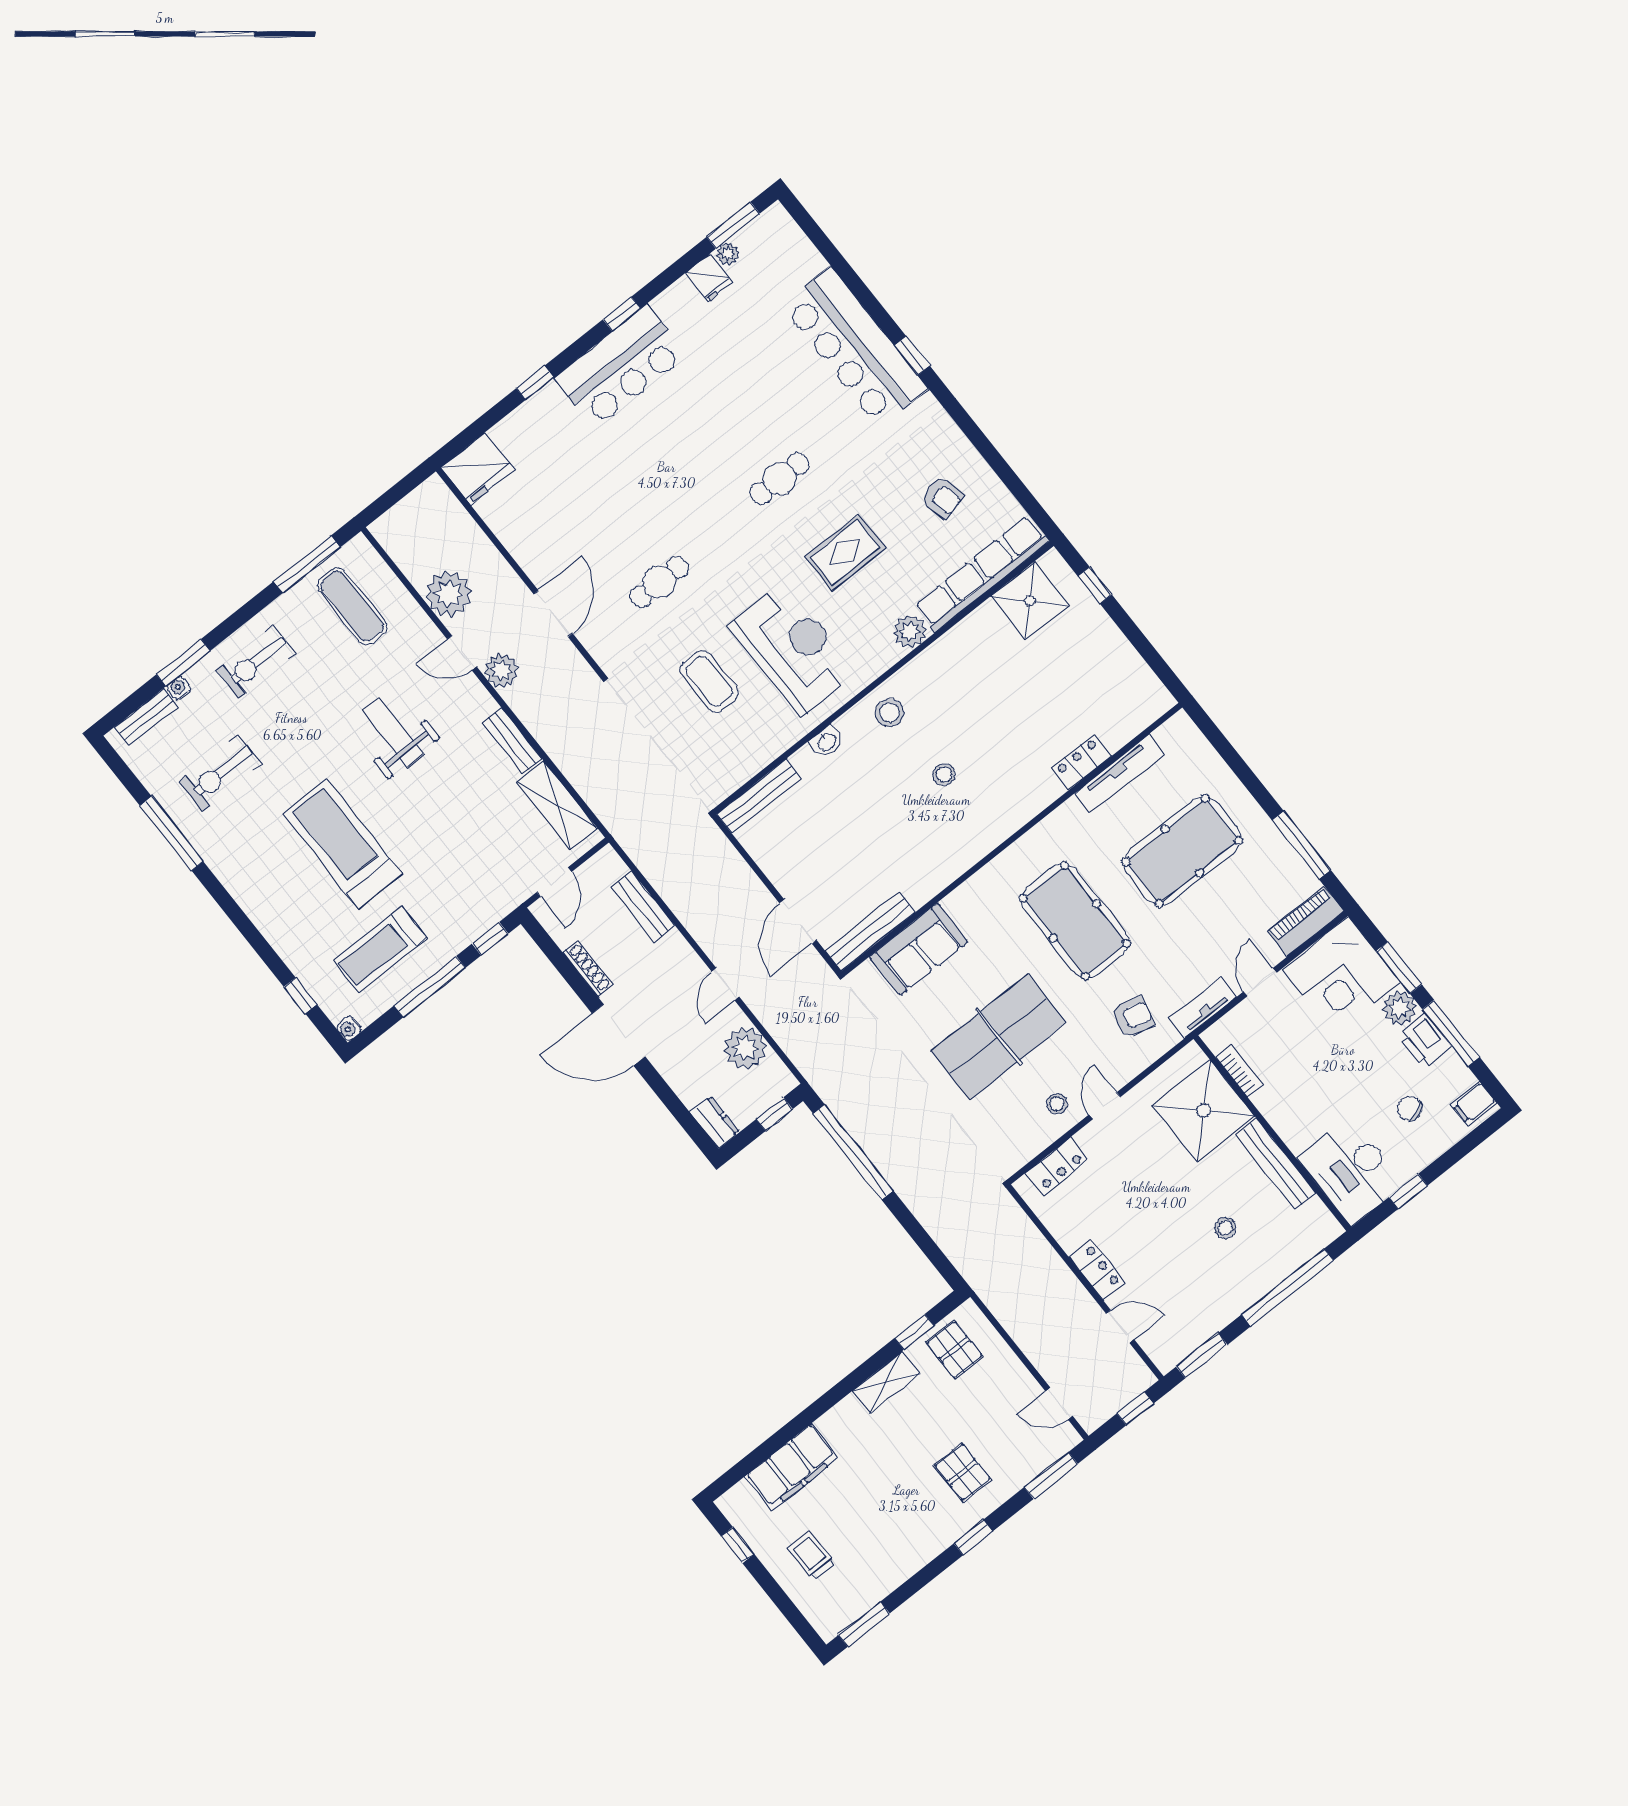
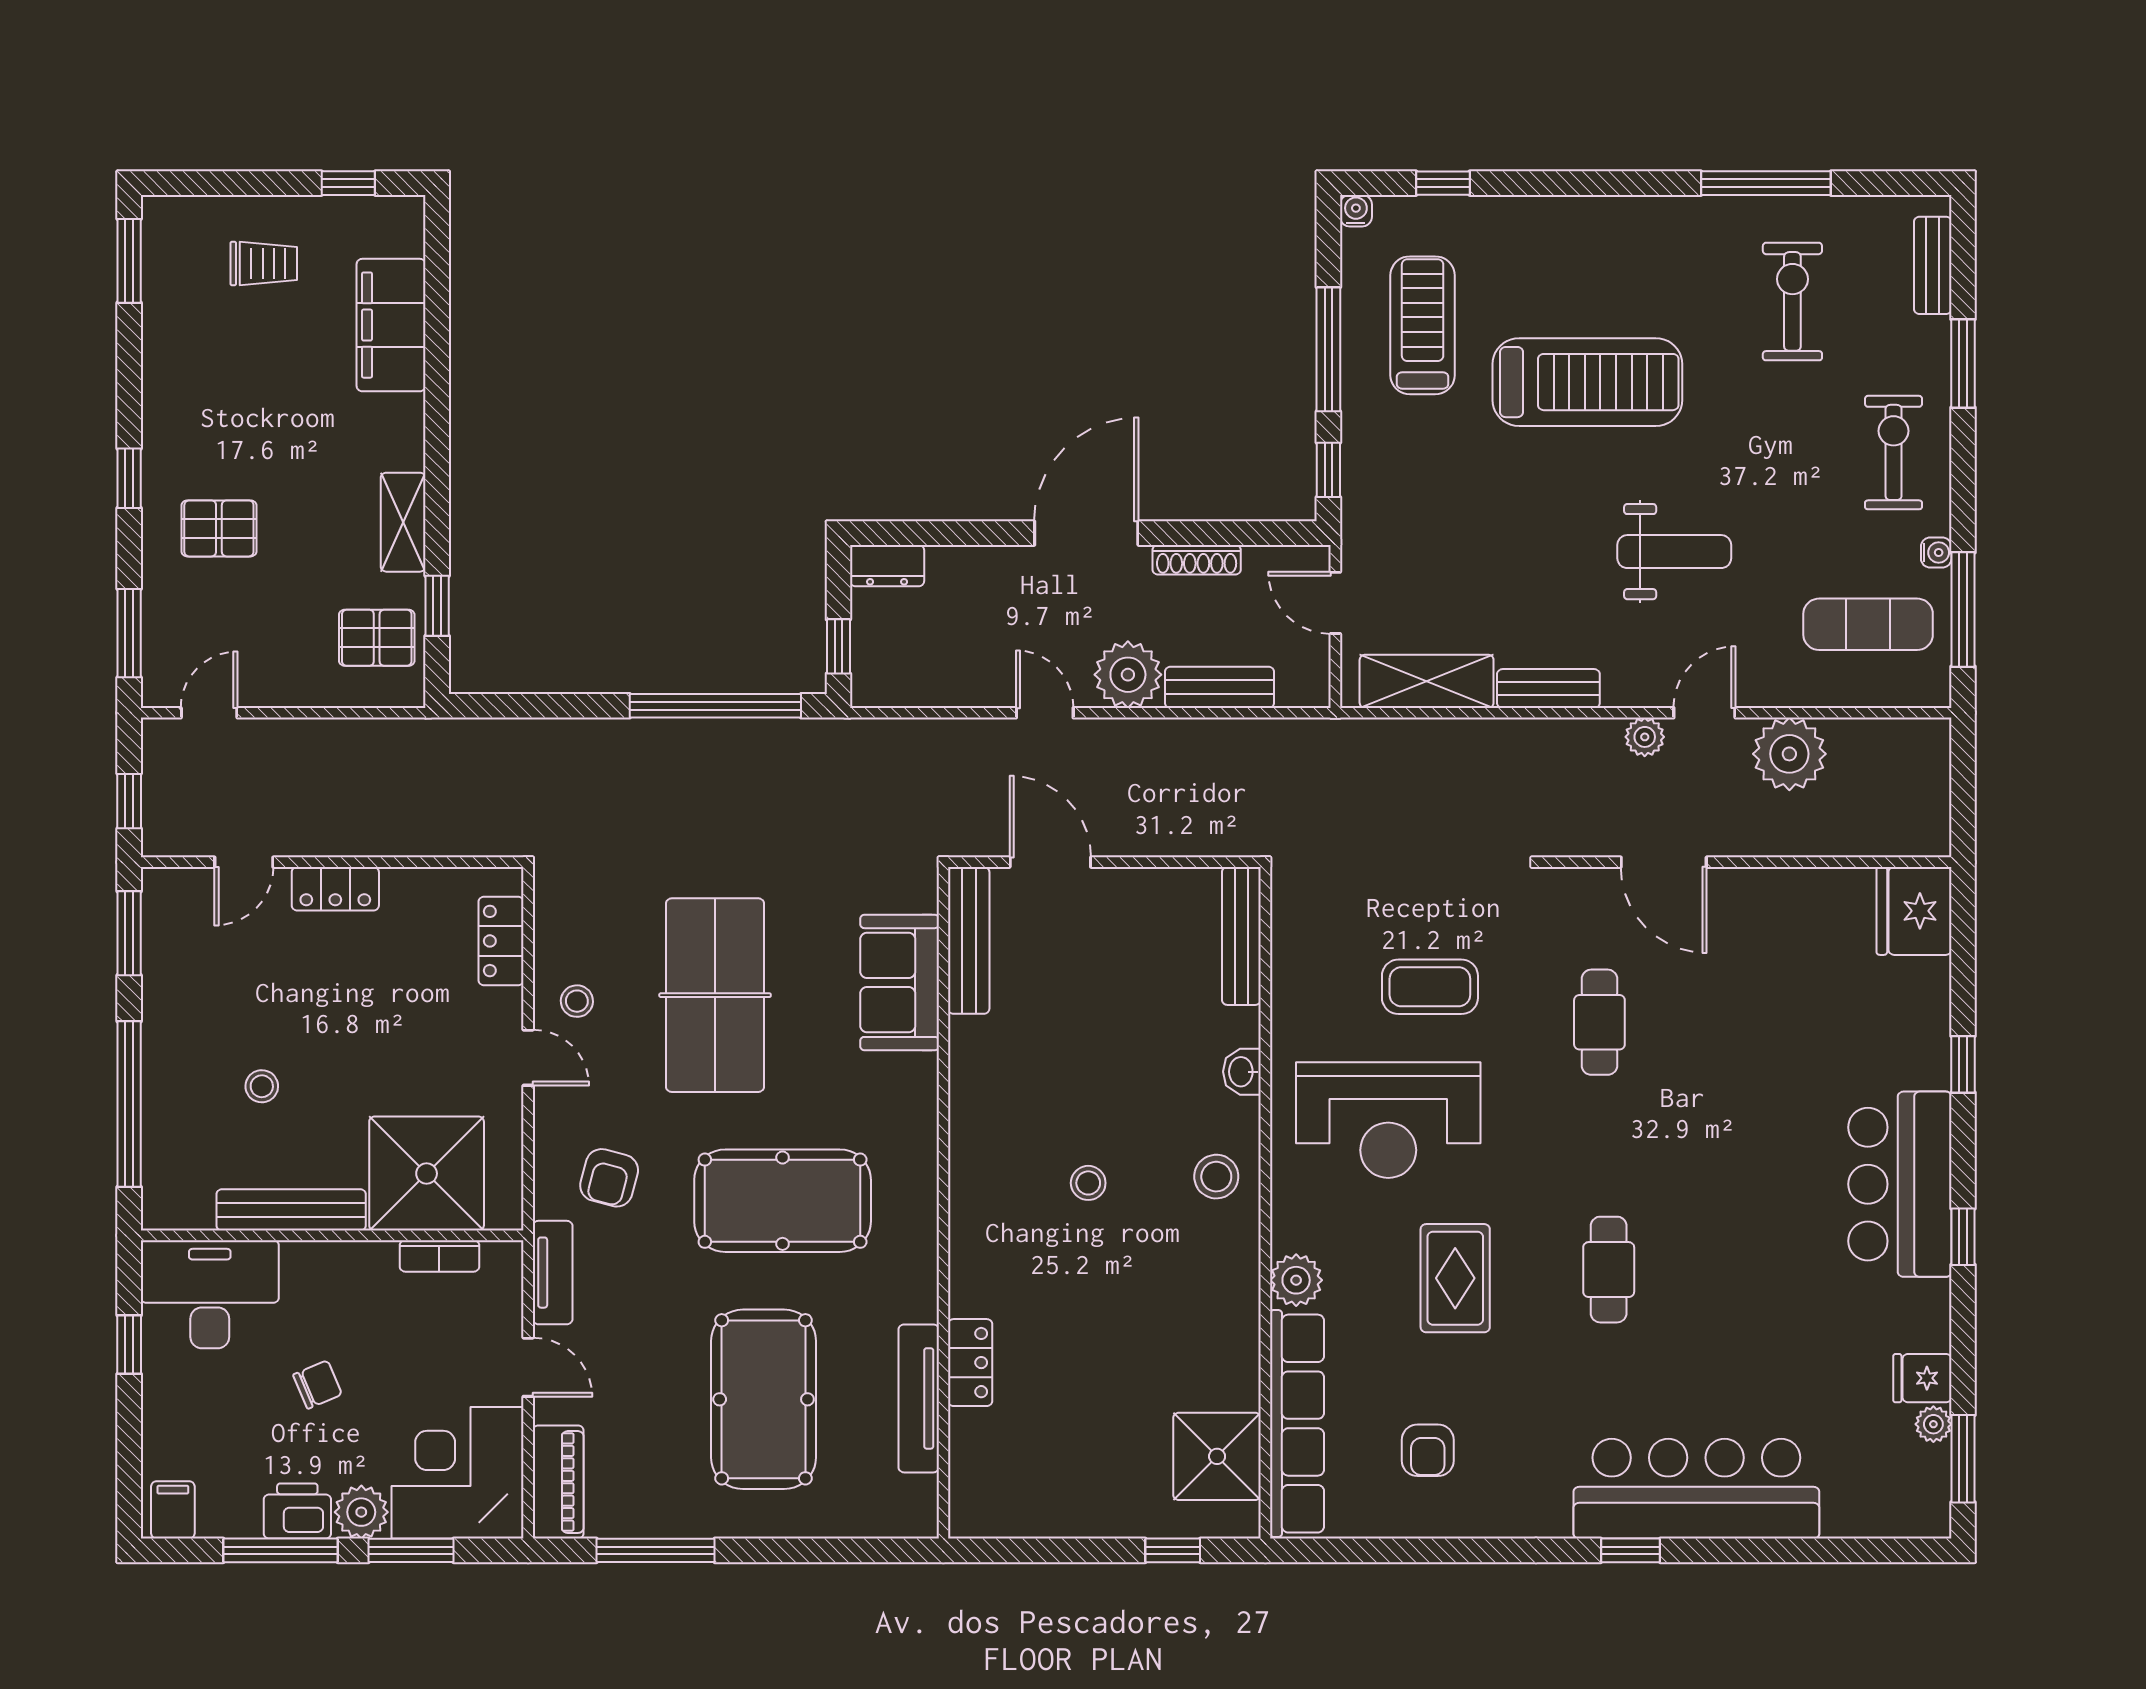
armchair: (943, 497) -> (1428, 1450), turned -78
plant: (502, 670) -> (1645, 737), width x0.73, depth x0.73
water cooler: (179, 688) -> (1936, 553), moved
plant: (745, 1048) -> (1128, 675), moved
chair: (1410, 1108) -> (318, 1385), moved

